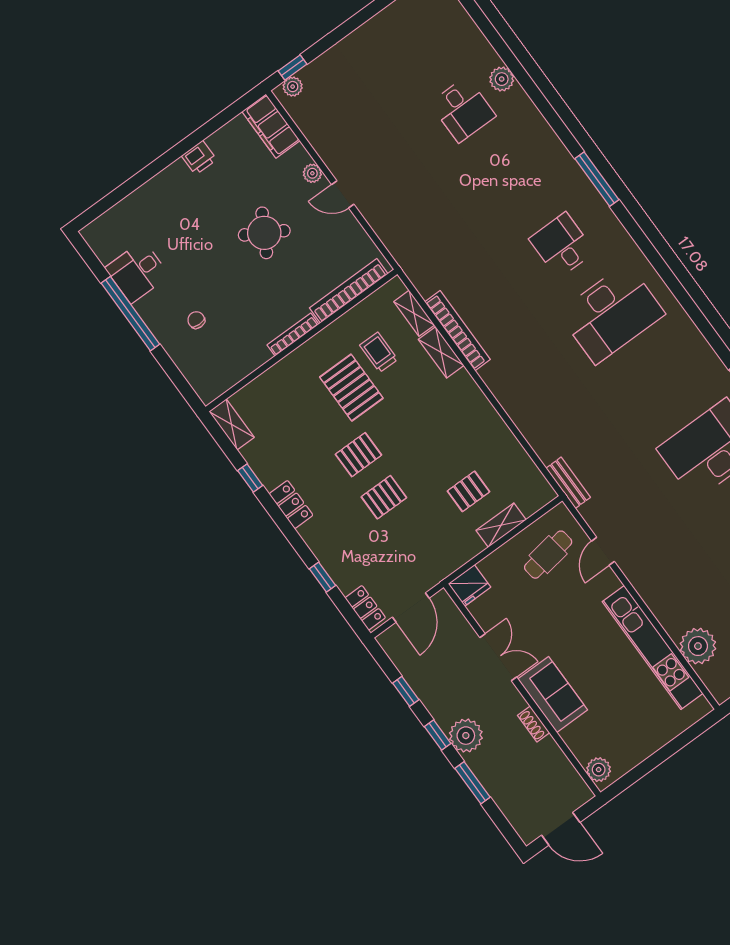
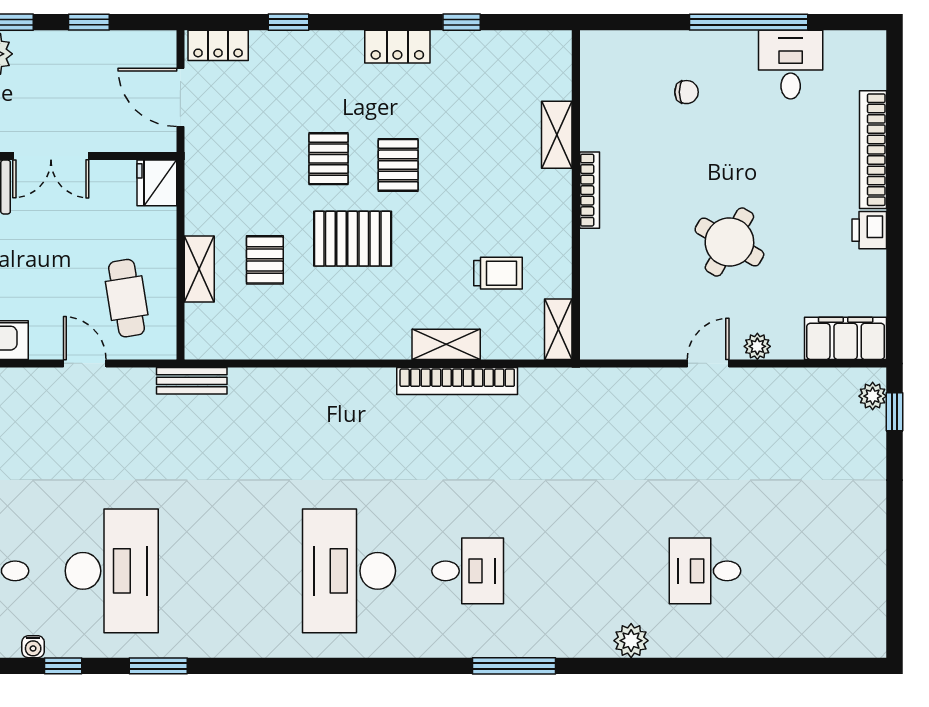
plant: (502, 79) -> (631, 641), moved
bookcase: (349, 291) -> (873, 150), moved, turned 180
shelving: (414, 313) -> (558, 329), moved, turned 90
pallet: (351, 388) -> (353, 239), moved
shelving: (232, 424) -> (557, 135), moved, turned 90

